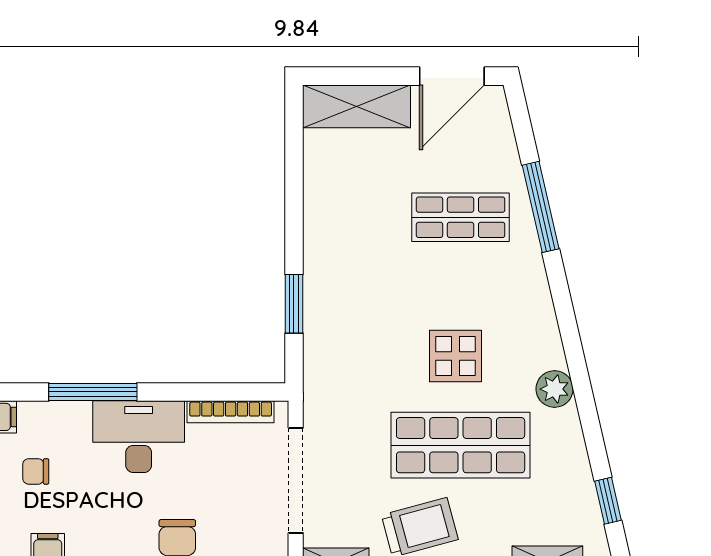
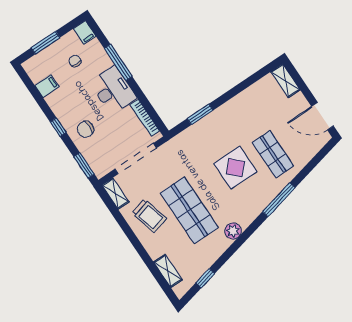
shelving: (356, 106) -> (285, 81), width x0.67, depth x0.75
window: (541, 207) -> (279, 200), moved
display table: (456, 356) -> (235, 168), moved, width x1.36, depth x1.36

